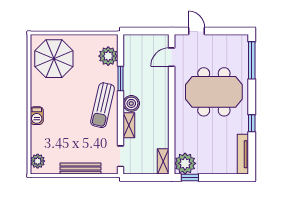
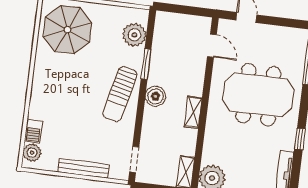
door: (172, 57) -> (212, 46), swing flipped
barbecue: (37, 116) -> (34, 131), moved
shelving: (129, 125) -> (193, 112), moved

